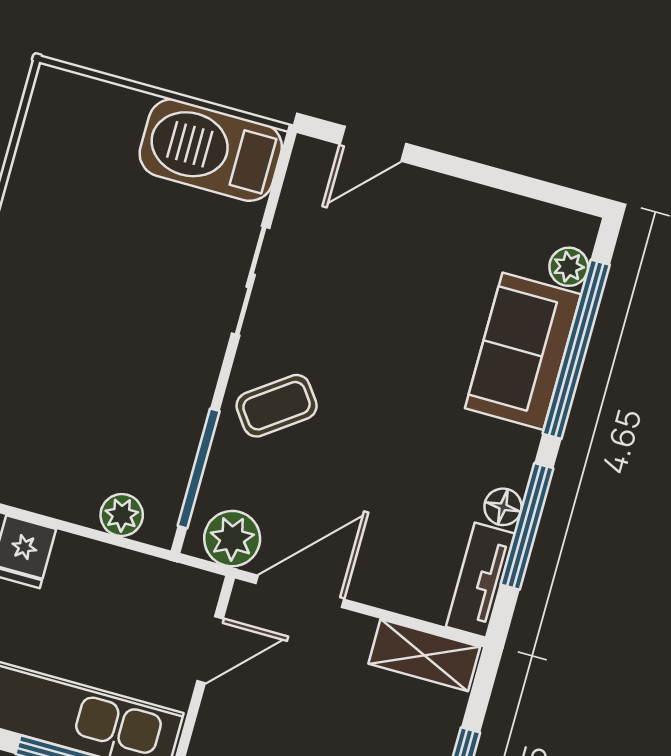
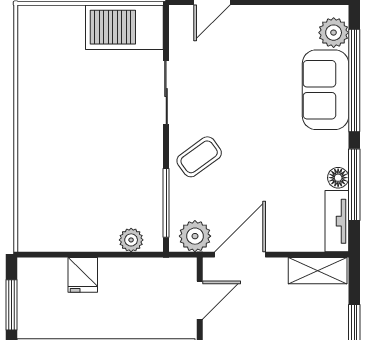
plant: (569, 267) -> (334, 33), width x1.38, depth x1.38

